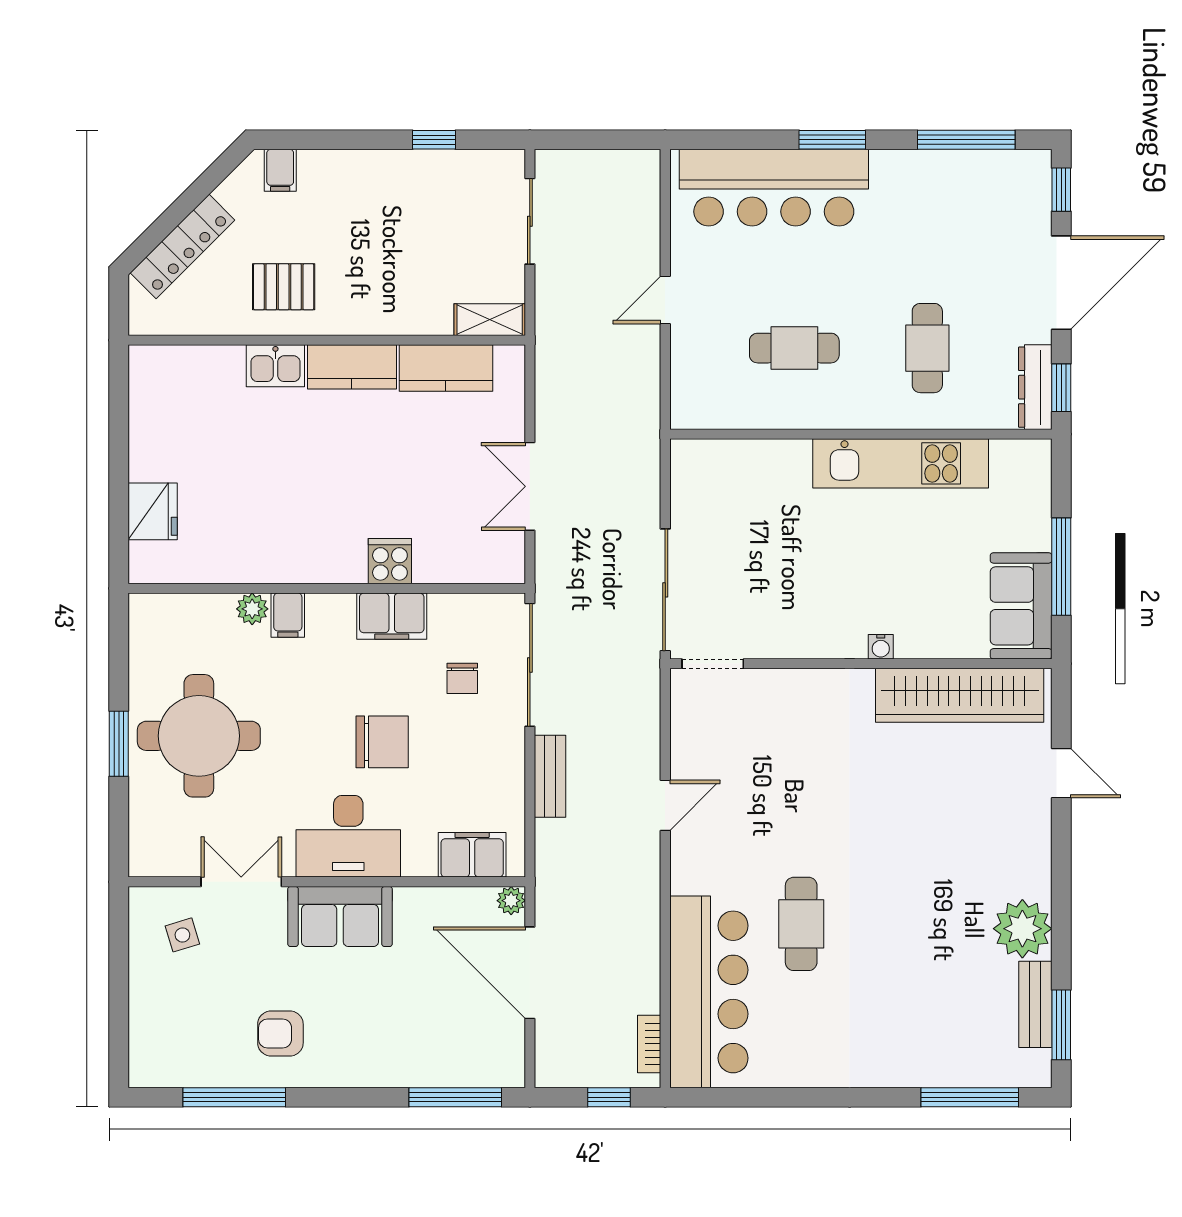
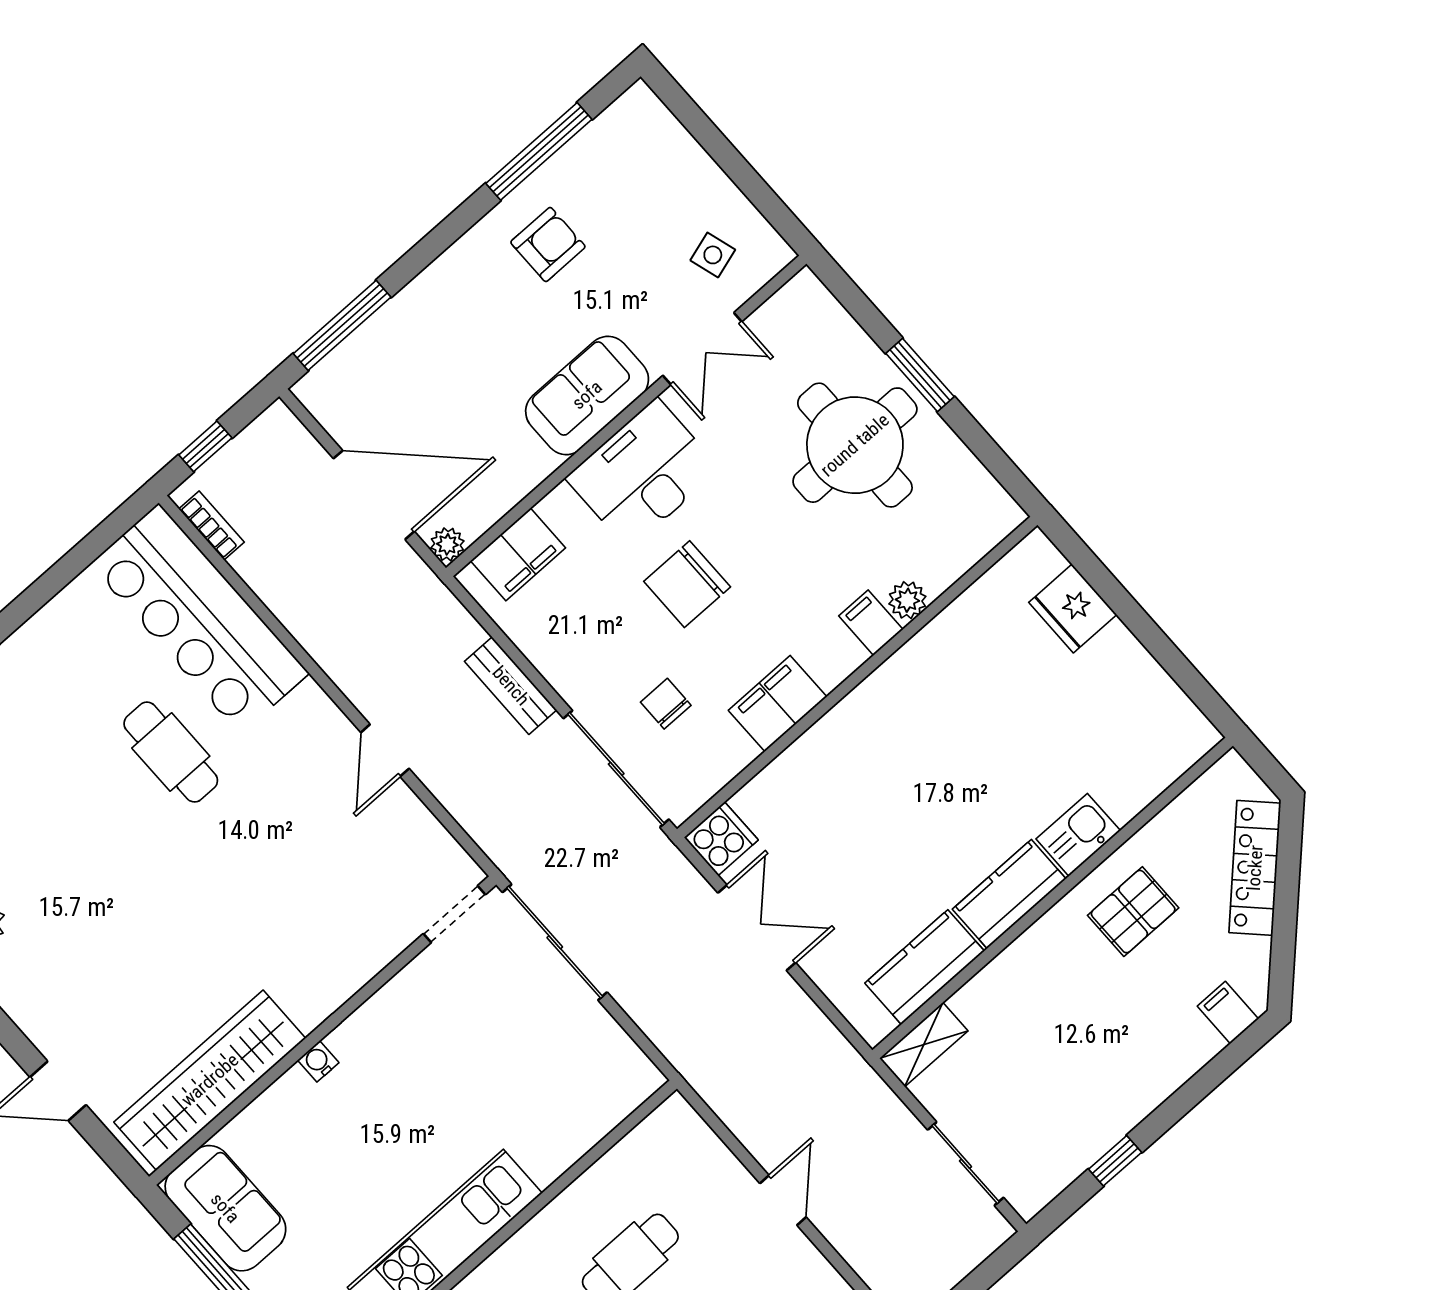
cooker: (390, 561) -> (721, 839), moved, turned -90

